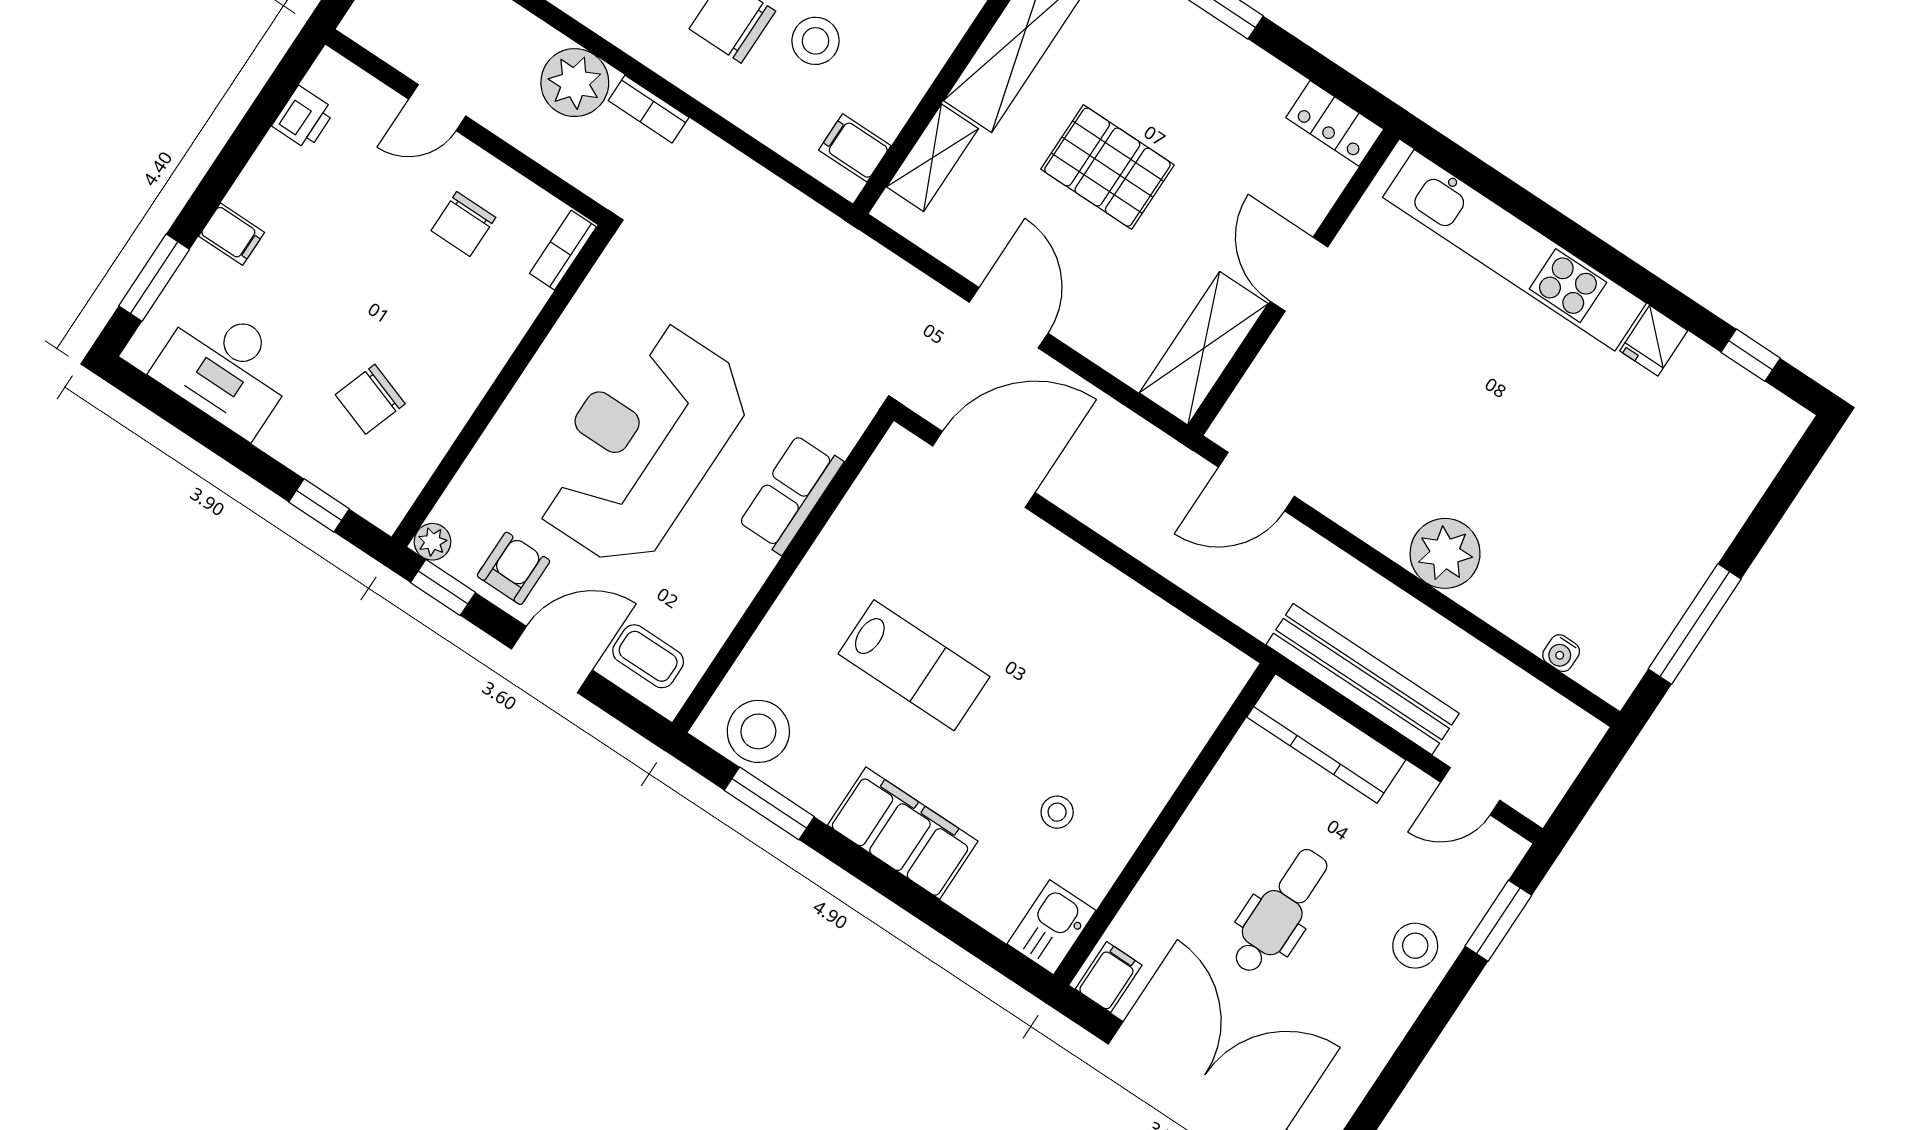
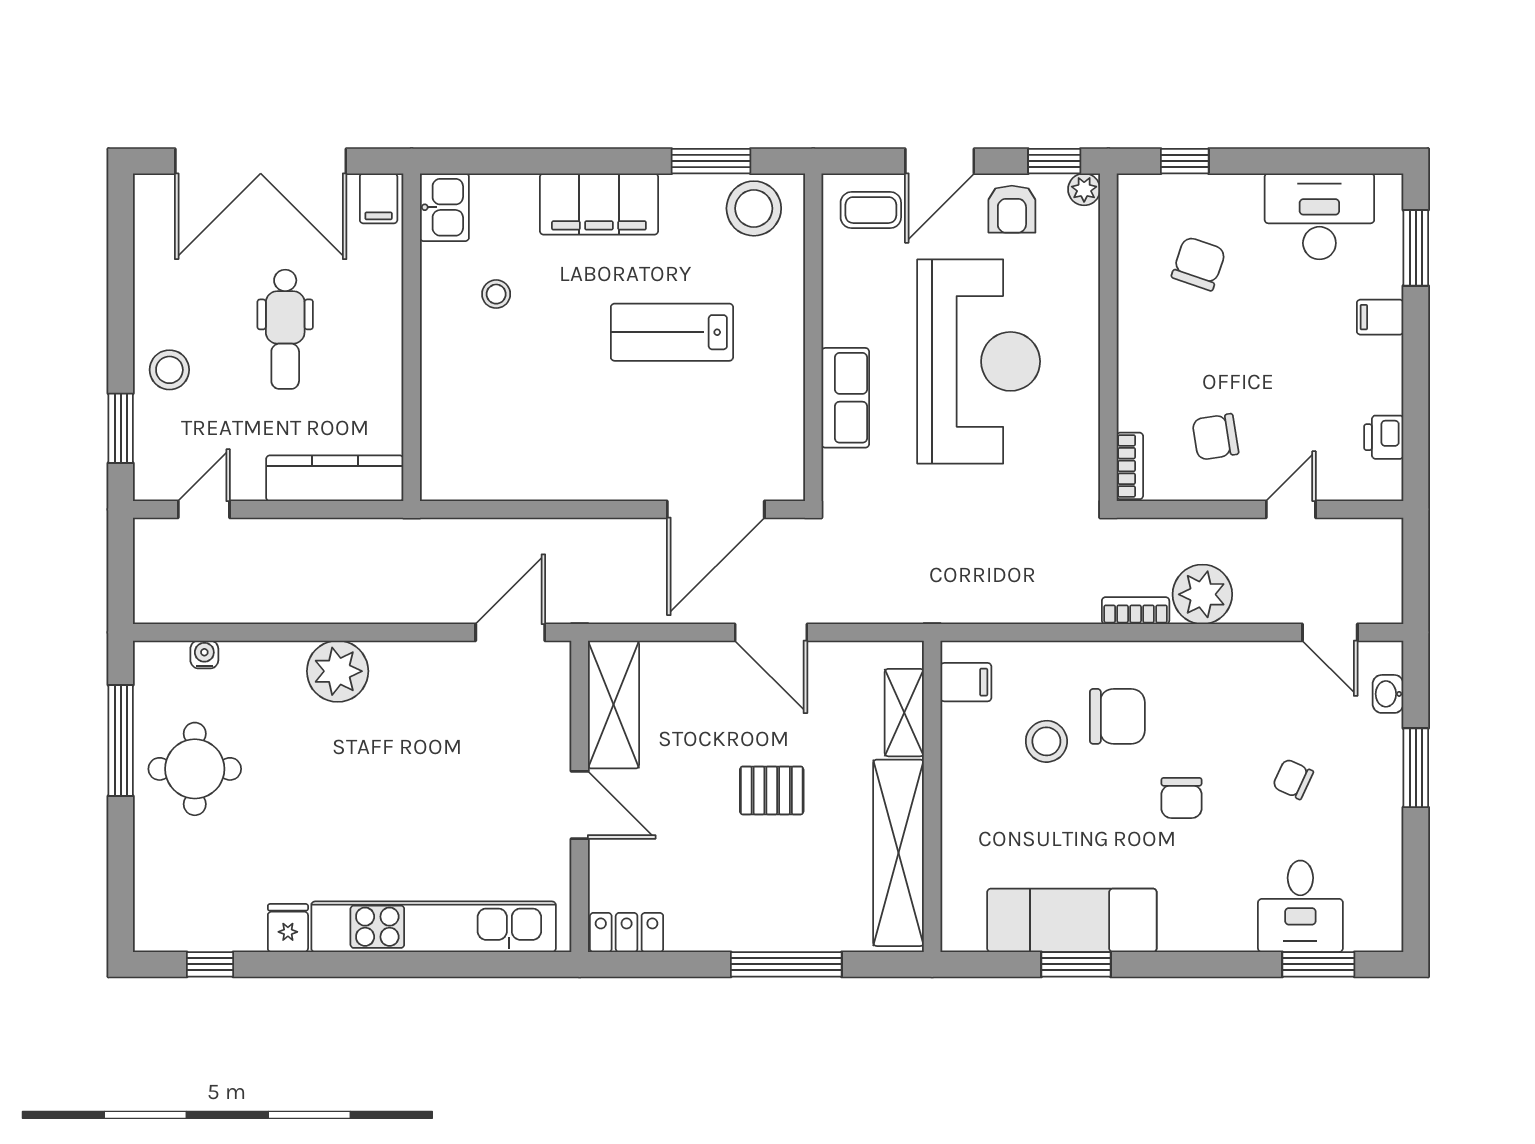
pallet: (1107, 167) -> (772, 790), width x0.67, depth x0.71
chair: (463, 224) -> (1215, 437), turned -99
round table: (1642, 550) -> (195, 769), added
bench: (1363, 679) -> (337, 539), removed

